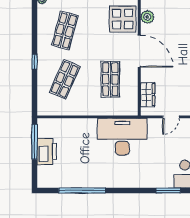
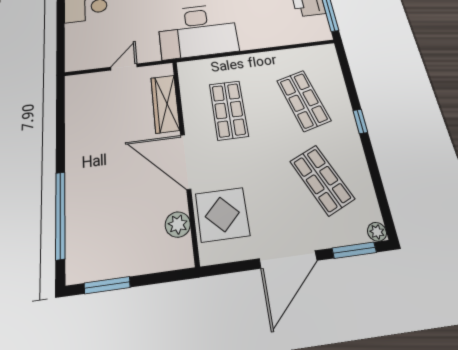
shop shelf: (65, 30) -> (322, 180), turned -39
shop shelf: (65, 79) -> (304, 100), turned -39
wardrobe: (148, 95) -> (165, 104), width x1.50

